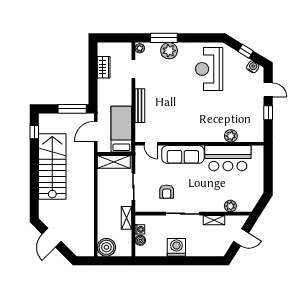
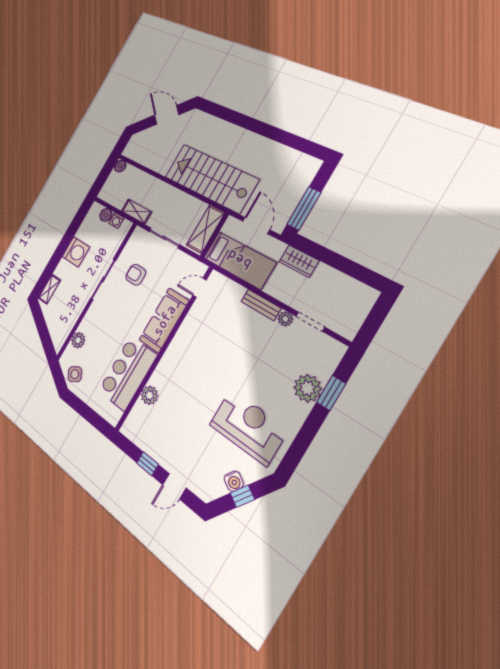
window: (164, 38) -> (331, 393), width x0.69
plant: (140, 48) -> (285, 319), moved
wardrobe: (104, 67) -> (299, 261), moved
water cooler: (253, 67) -> (234, 481), moved
bench: (140, 106) -> (261, 305), width x0.73
window: (34, 132) -> (302, 145), removed
stairs: (52, 167) -> (211, 178), moved, turned 180
side table: (252, 194) -> (75, 374), added
shelving: (214, 220) -> (49, 289), moved
door: (241, 237) -> (43, 331), removed
boiler: (106, 247) -> (120, 166), width x0.54, depth x0.54

